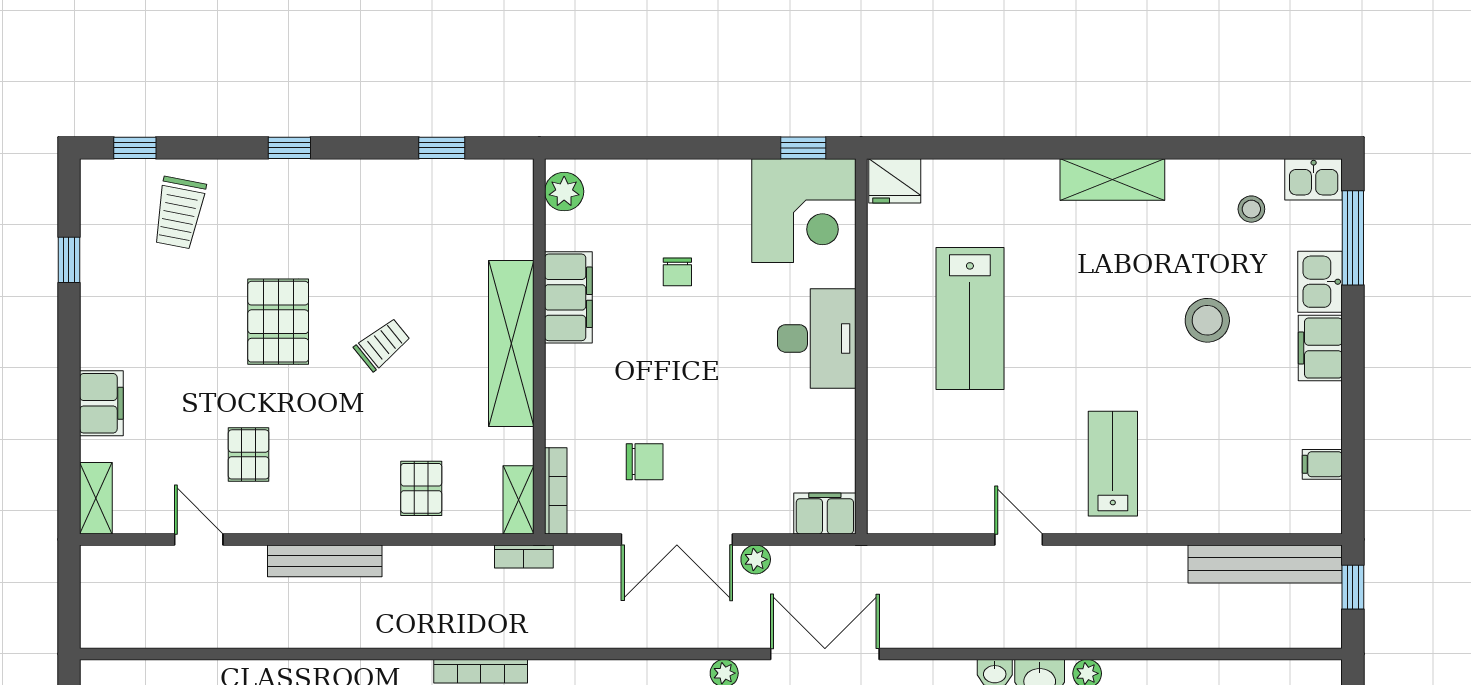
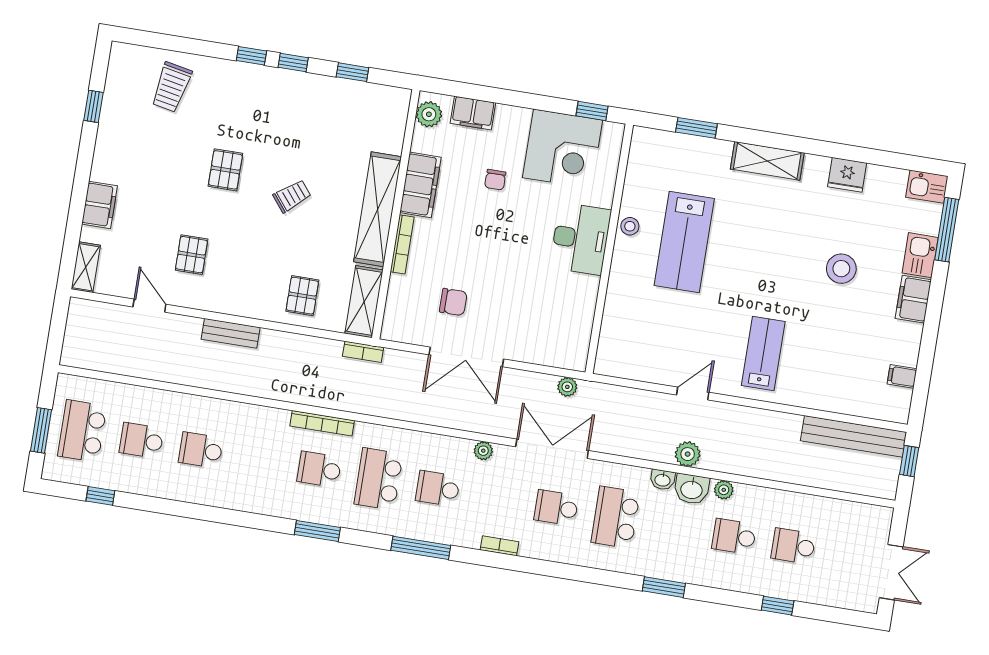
window: (135, 148) -> (293, 63), moved
window: (961, 148) -> (696, 128), added
shelving: (1112, 179) -> (767, 161), moved
fridge: (895, 181) -> (847, 175), moved
stool: (1251, 209) -> (630, 226), moved
corner desk: (804, 211) -> (562, 149), moved
pallet: (278, 322) -> (225, 170), width x0.67, depth x0.71
bookcase: (556, 491) -> (402, 244), moved
shelving: (519, 500) -> (364, 302), width x1.50, depth x1.33
filing cabinet: (825, 513) -> (473, 113), moved, turned 180
door: (1019, 539) -> (693, 394), hinge flipped
plant: (756, 559) -> (567, 387), moved
bench: (325, 561) -> (231, 333), width x0.73
plant: (1025, 630) -> (688, 454), added

